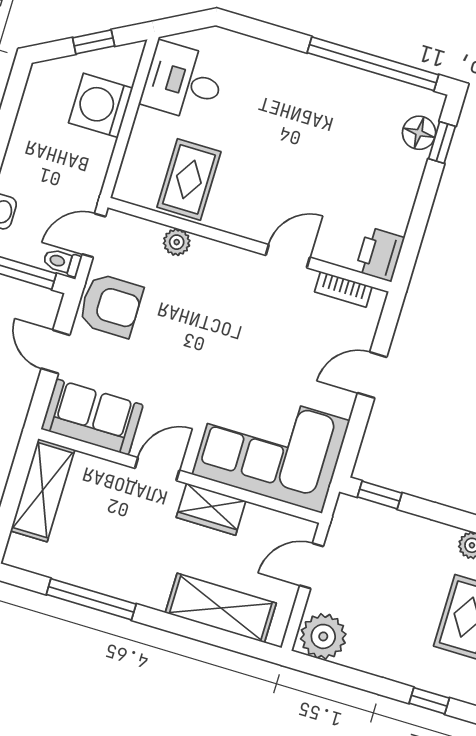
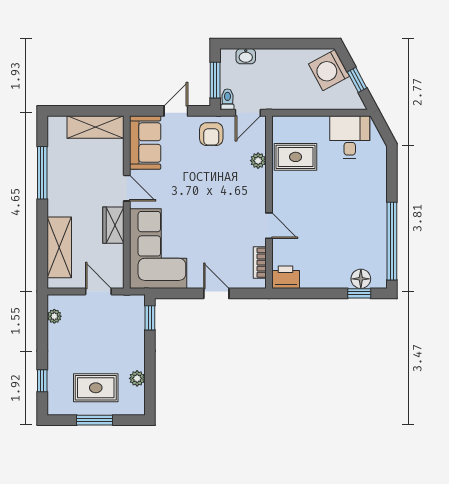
washing machine: (101, 105) -> (329, 70), moved, turned -118
door: (94, 235) -> (248, 113), swing flipped
armchair: (111, 305) -> (211, 134), width x0.72, depth x0.72
plant: (323, 636) -> (54, 316), width x0.53, depth x0.53

